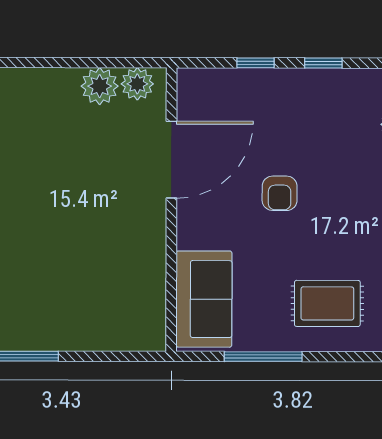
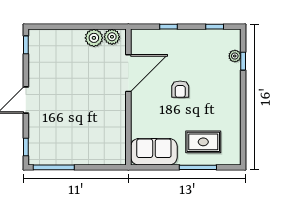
window: (323, 63) -> (215, 27), moved
sofa: (204, 299) -> (154, 152), moved, turned -90
window: (263, 357) -> (198, 167), moved

